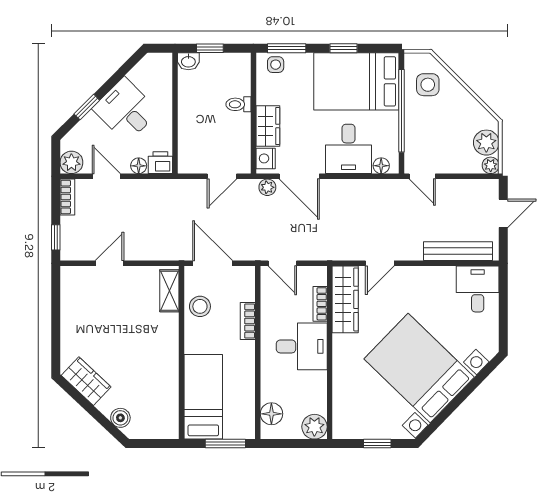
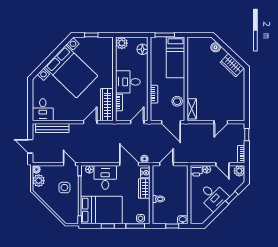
side table: (428, 85) -> (64, 188), moved
door: (503, 213) -> (30, 146), hinge flipped
door: (282, 263) -> (137, 122), hinge flipped

